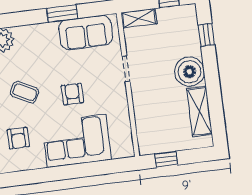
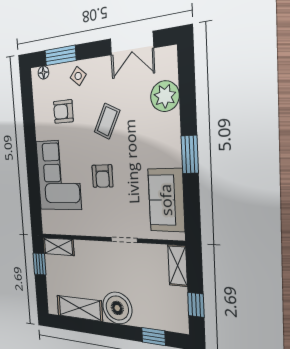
window: (62, 13) -> (190, 154), moved
armchair: (72, 94) -> (102, 176), turned 90
shelving: (145, 138) -> (58, 247), added

